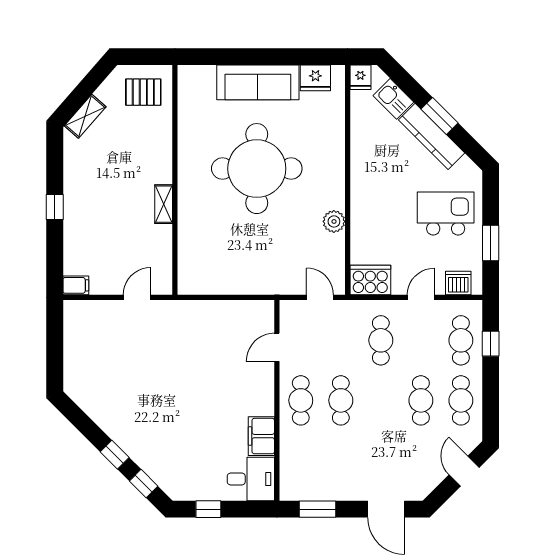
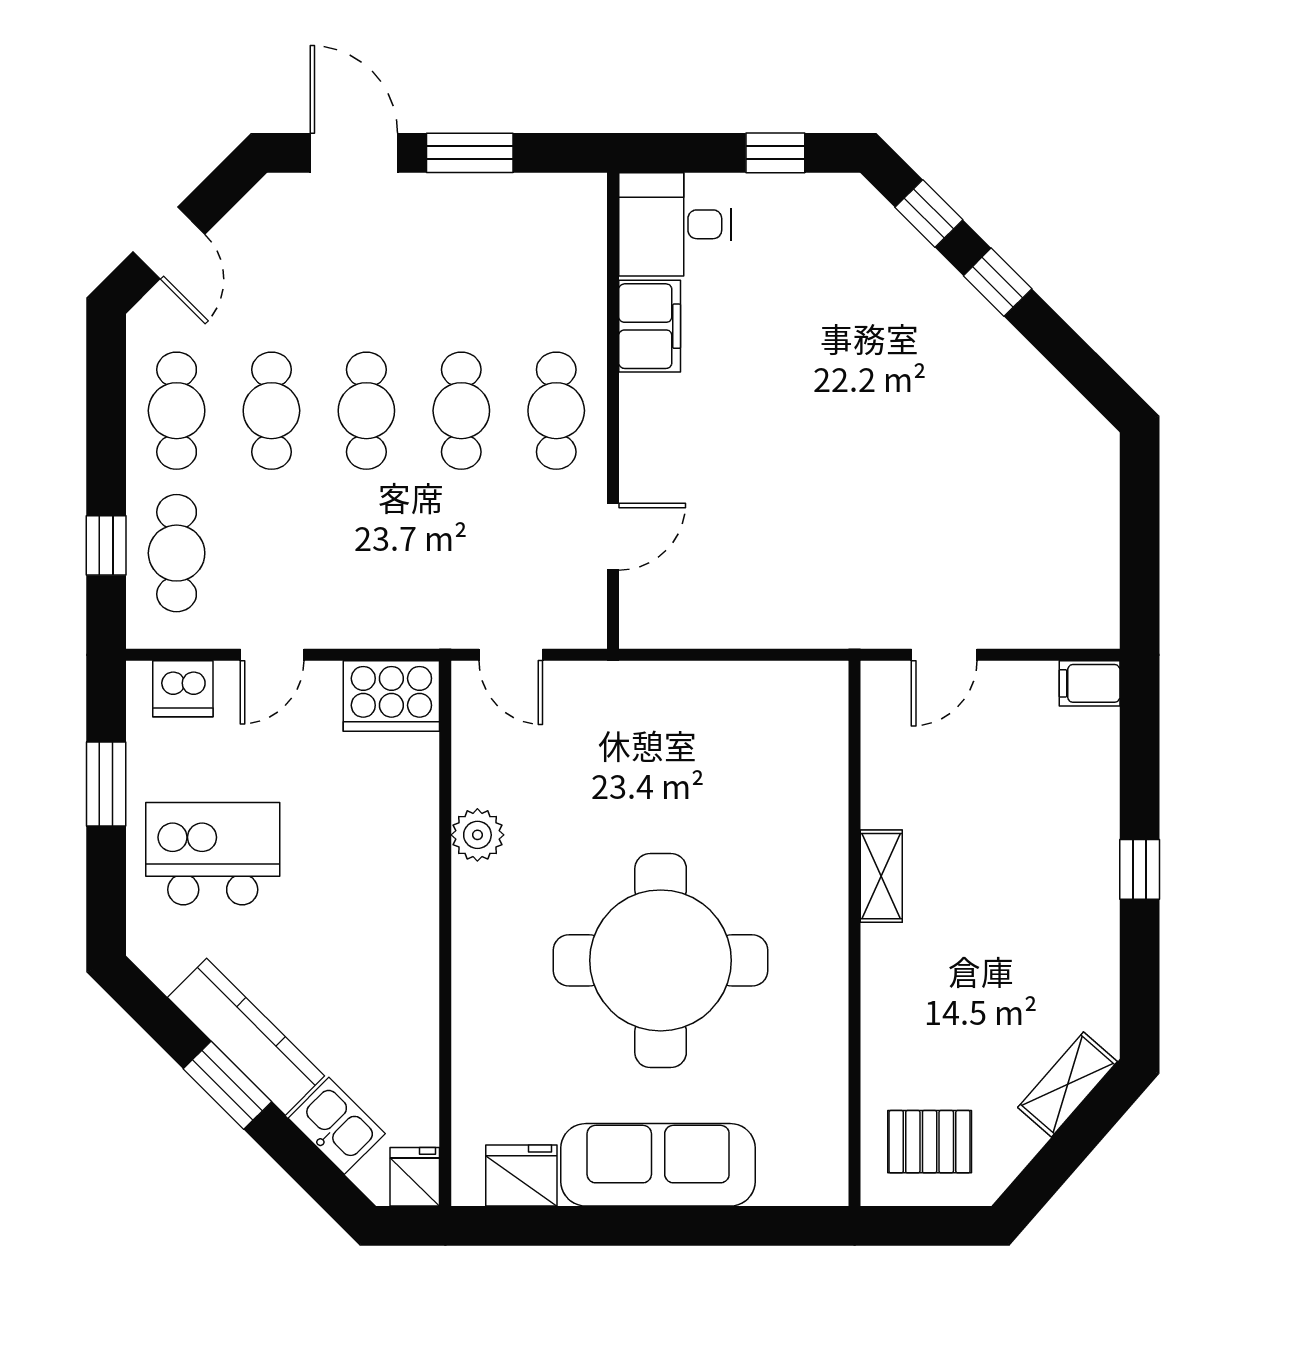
kitchen island: (446, 214) -> (213, 854), turned 180
cafe table: (381, 340) -> (366, 411), moved
window: (317, 509) -> (470, 153), moved

